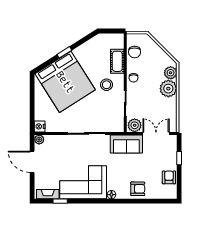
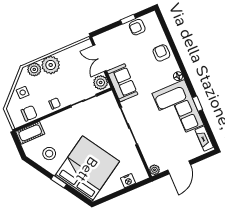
side table: (155, 54) -> (23, 92), added
cot: (117, 61) -> (30, 133), moved
stool: (106, 85) -> (49, 154), moved
nightstand: (40, 126) -> (128, 181), moved
window: (179, 158) -> (128, 19), moved
window: (60, 201) -> (197, 104), moved

